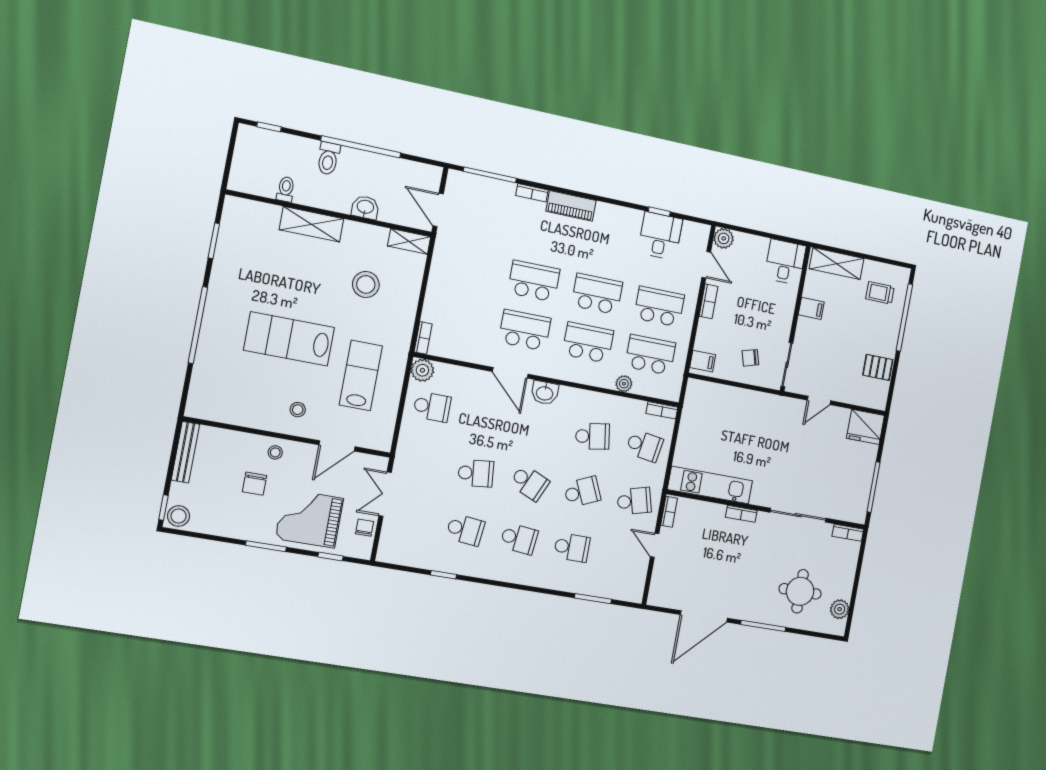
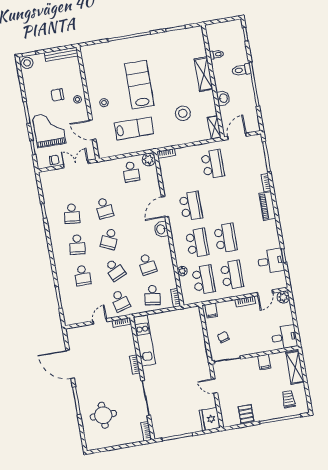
school desk: (534, 281) -> (213, 164), moved
plant: (840, 609) -> (101, 443), removed

